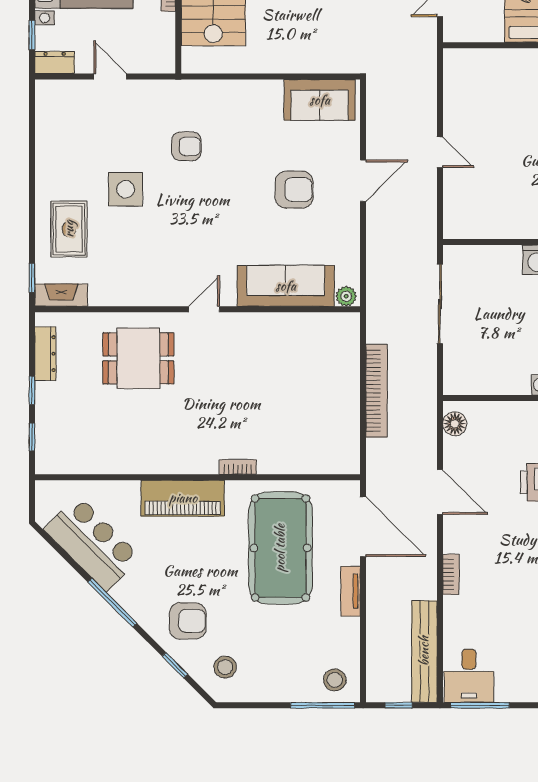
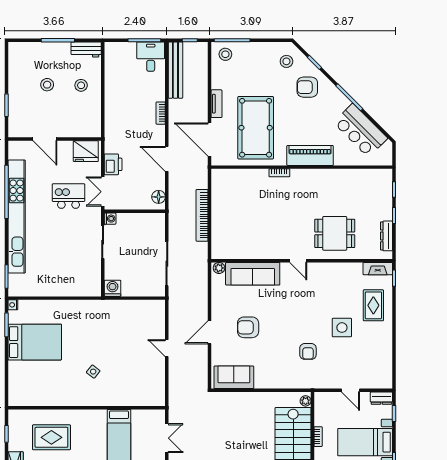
plant: (191, 57) -> (306, 401), added
armchair: (186, 146) -> (308, 351), turned -90
door: (204, 309) -> (298, 261), hinge flipped

